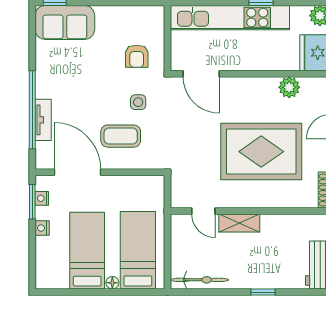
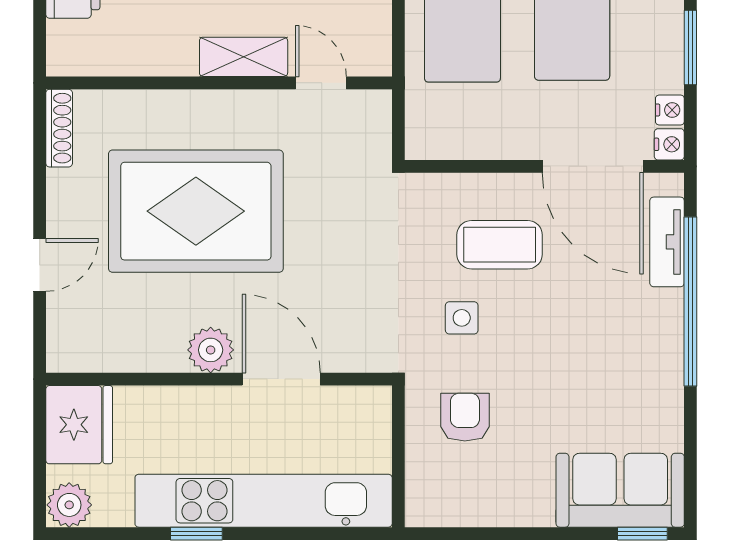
door: (201, 74) -> (281, 379), moved
plant: (289, 87) -> (211, 350), moved
tv unit: (43, 120) -> (667, 242), moved
window: (32, 202) -> (690, 47), moved
nightstand: (42, 228) -> (669, 144), moved

